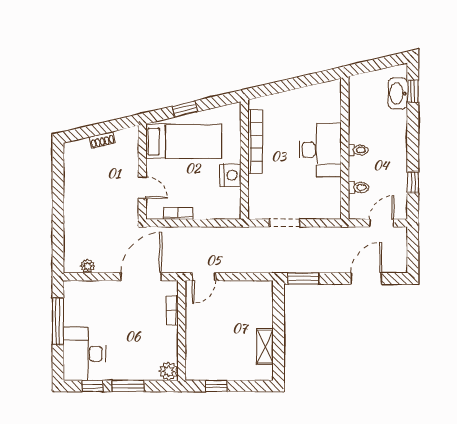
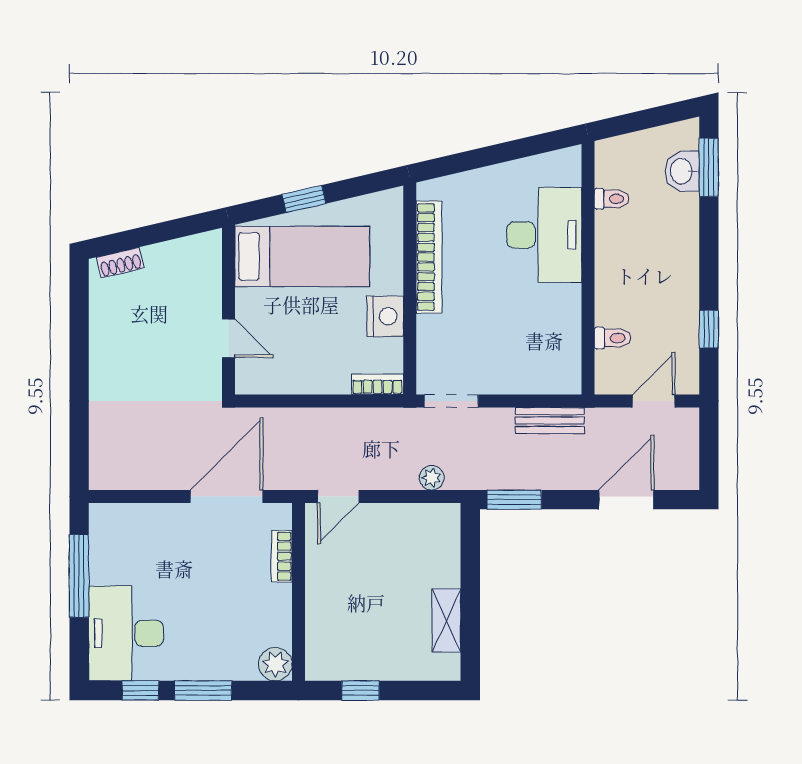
window: (413, 91) -> (709, 167), width x1.50
washbasin: (398, 93) -> (682, 171), width x0.72
shoe rack: (102, 140) -> (120, 263), moved
desk: (320, 150) -> (544, 235), moved
toilet: (358, 150) -> (612, 199), moved
bookcase: (178, 213) -> (377, 384), moved
doorway: (285, 223) -> (451, 401), moved
bench: (323, 234) -> (550, 421), added
plant: (87, 266) -> (432, 478), moved

